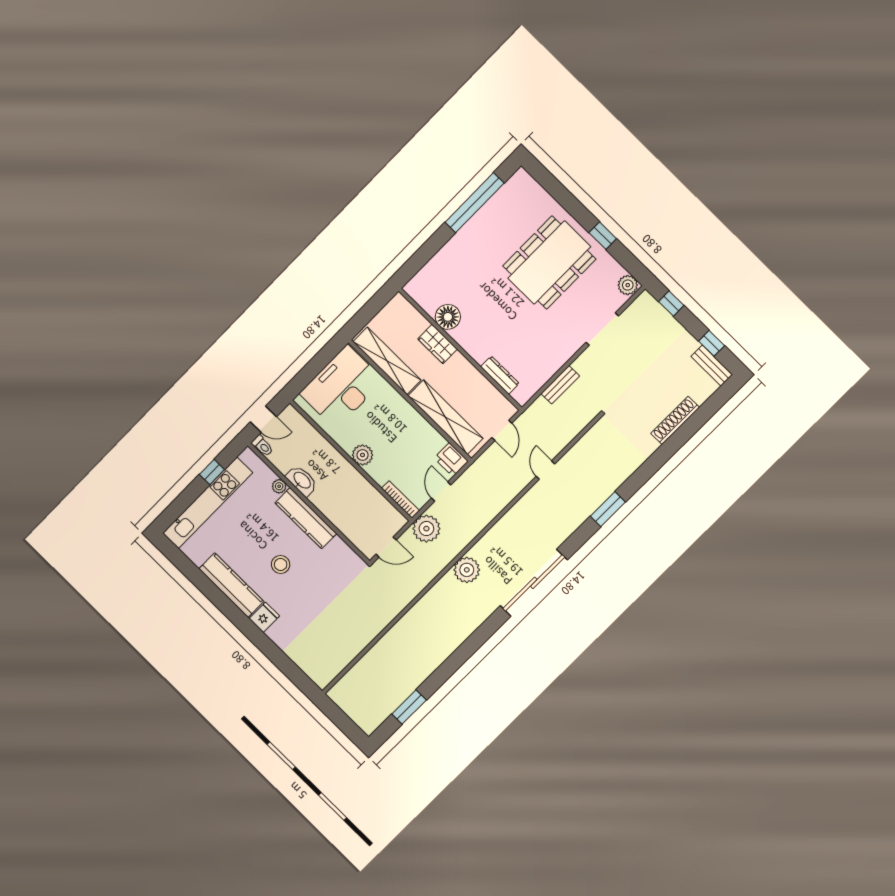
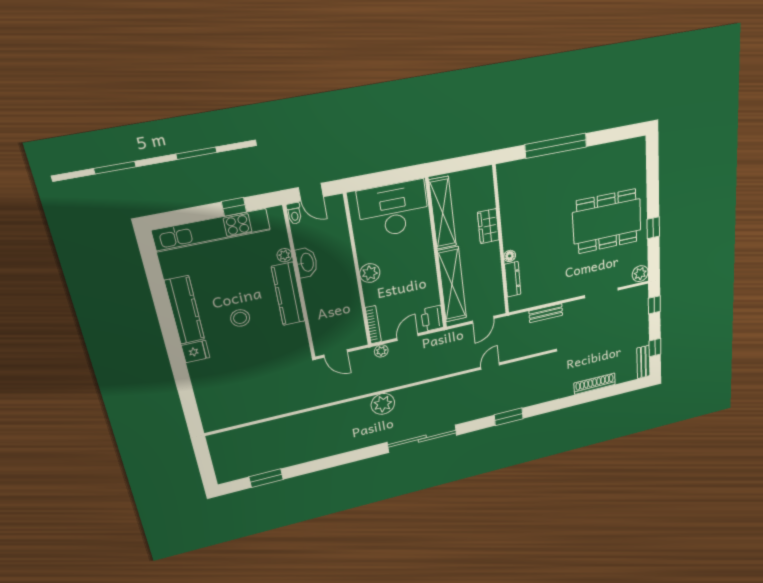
window: (475, 203) -> (556, 146), moved
floor lamp: (448, 317) -> (510, 256), moved, width x0.53, depth x0.53
plant: (426, 529) -> (381, 351), width x0.53, depth x0.53

